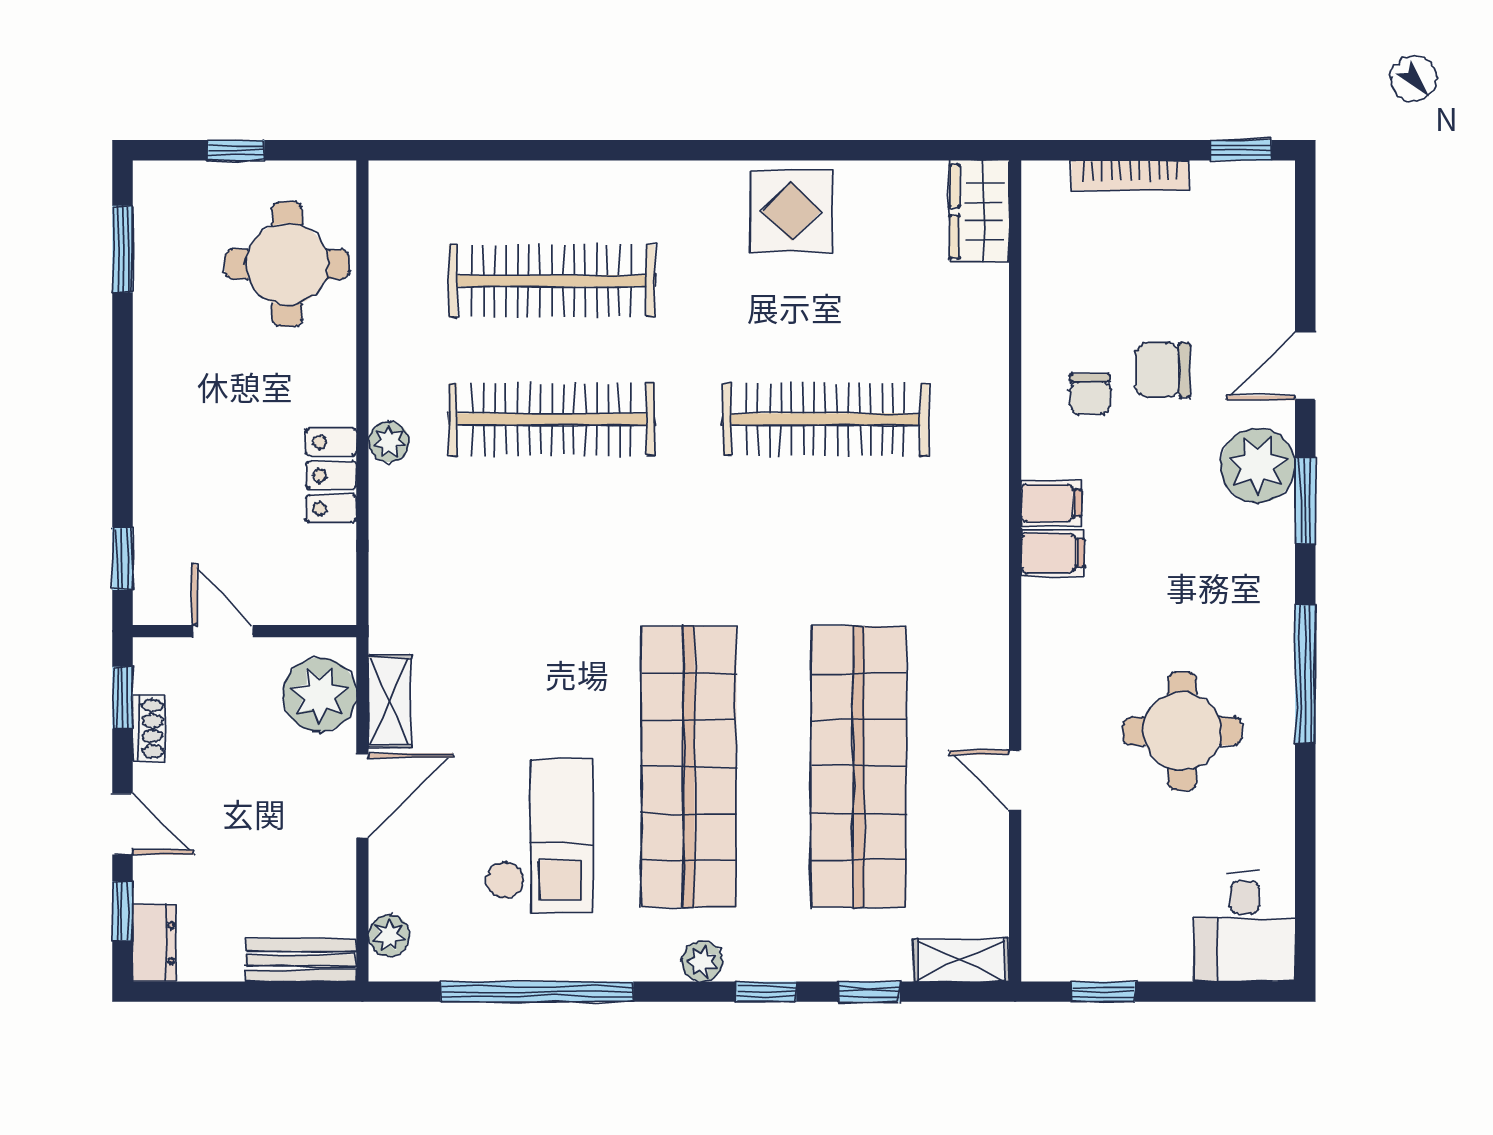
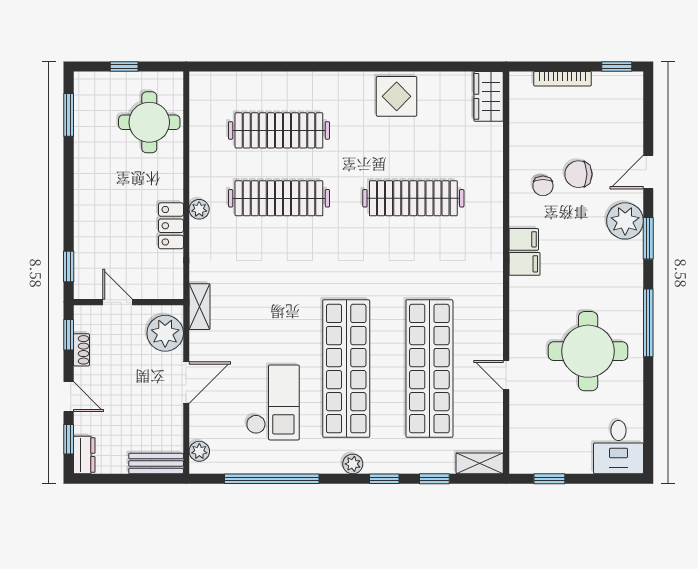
shelving: (390, 701) -> (200, 307), moved
round table: (1182, 731) -> (588, 351), width x1.36, depth x1.36

